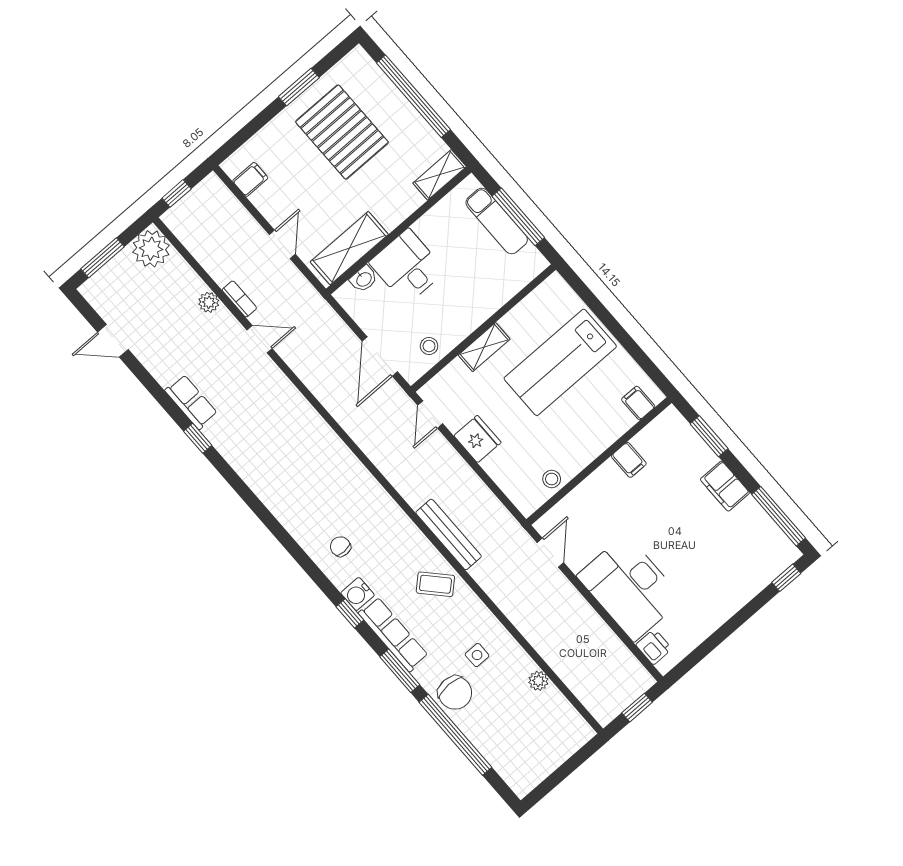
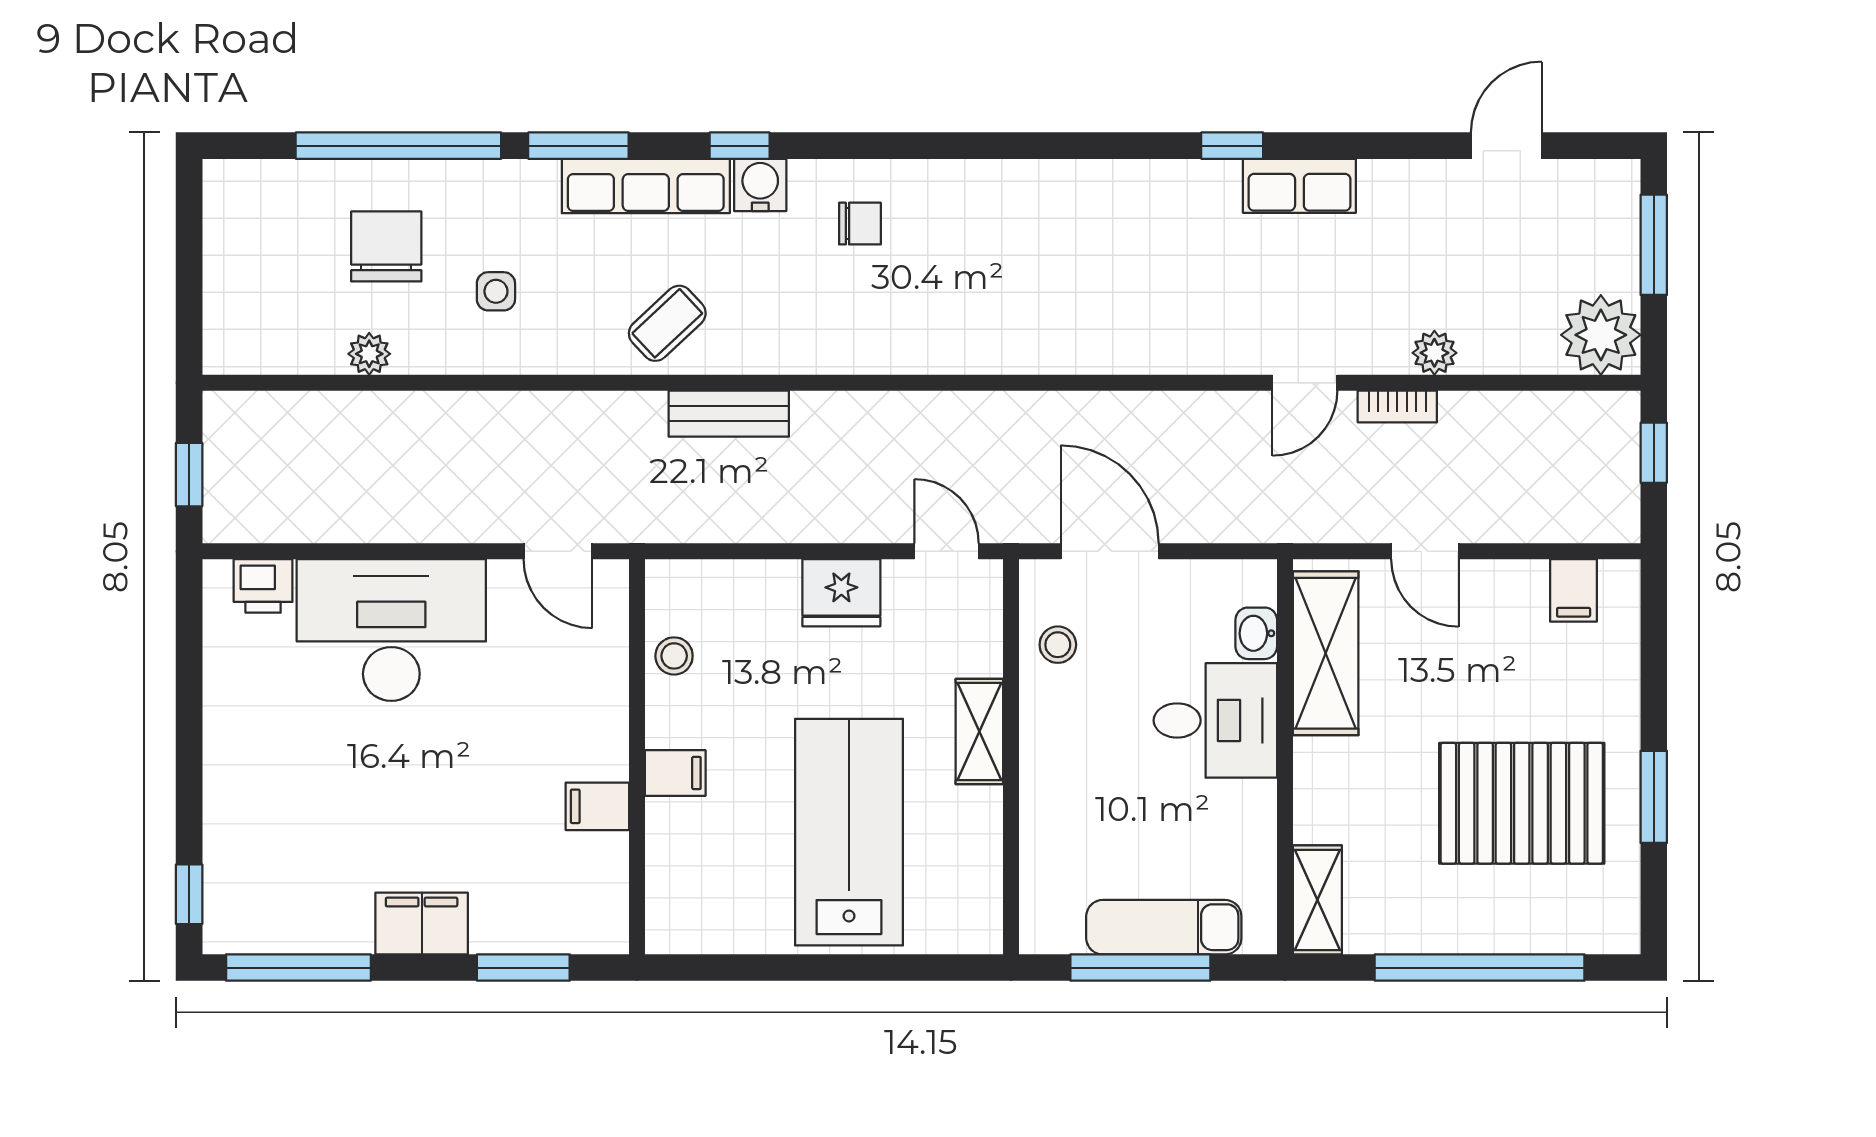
filing cabinet: (638, 403) -> (675, 773), moved
bench: (449, 534) -> (729, 414), width x0.73
chair: (455, 693) -> (386, 246), moved, turned 90

